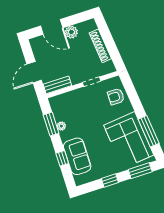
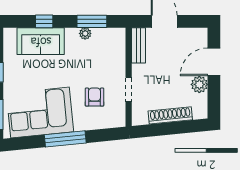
armchair: (116, 97) -> (94, 97), moved
window: (149, 131) -> (65, 139), moved

